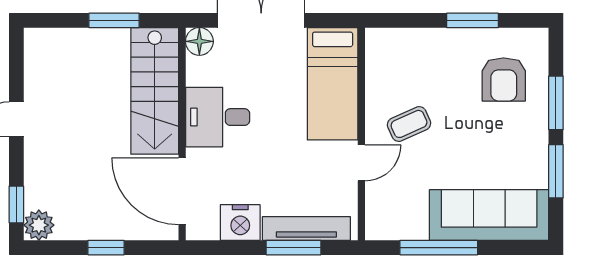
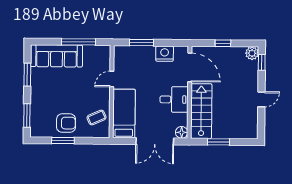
armchair: (504, 79) -> (66, 123), moved, turned 90
window: (556, 103) -> (27, 116), moved
coffee table: (409, 124) -> (97, 117), moved
tv unit: (306, 228) -> (136, 51), removed

